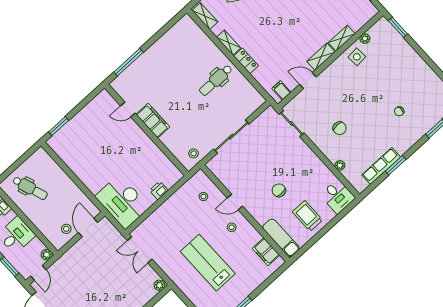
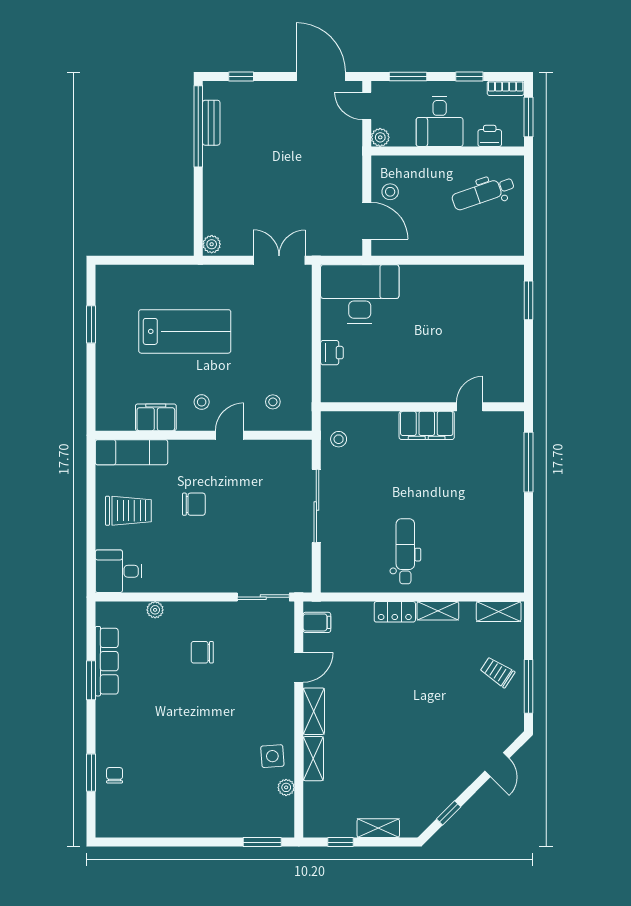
chair: (399, 111) -> (115, 775), moved
filing cabinet: (266, 252) -> (156, 417), moved

